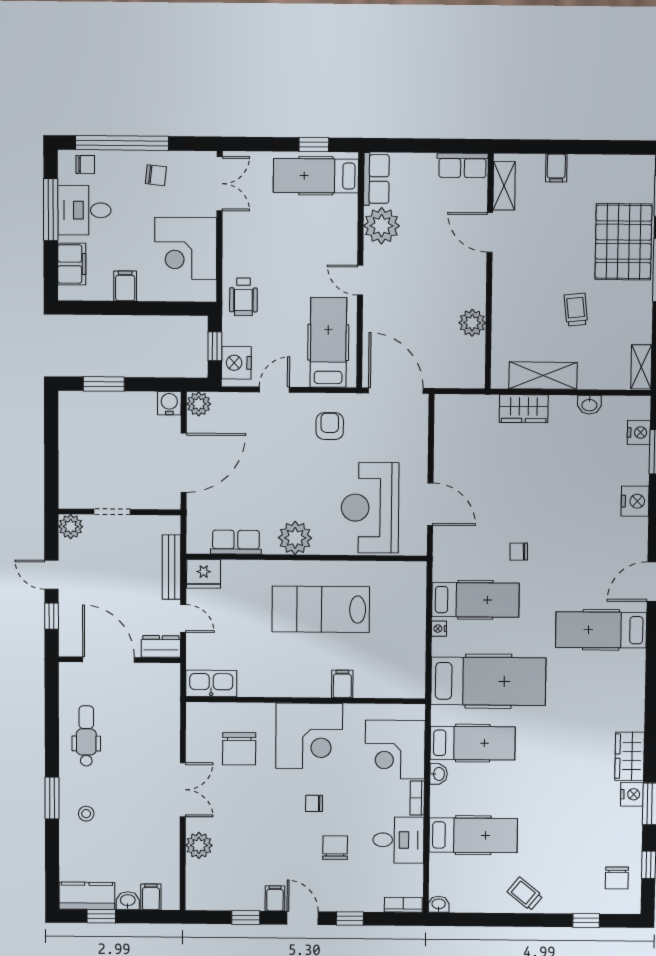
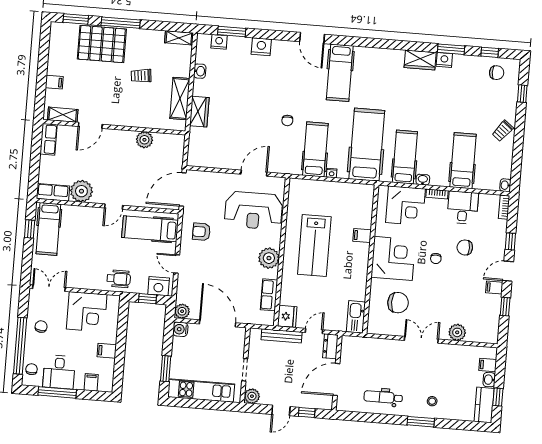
filing cabinet: (72, 264) -> (91, 382), width x0.50
kitchen unit: (73, 444) -> (201, 390), added

